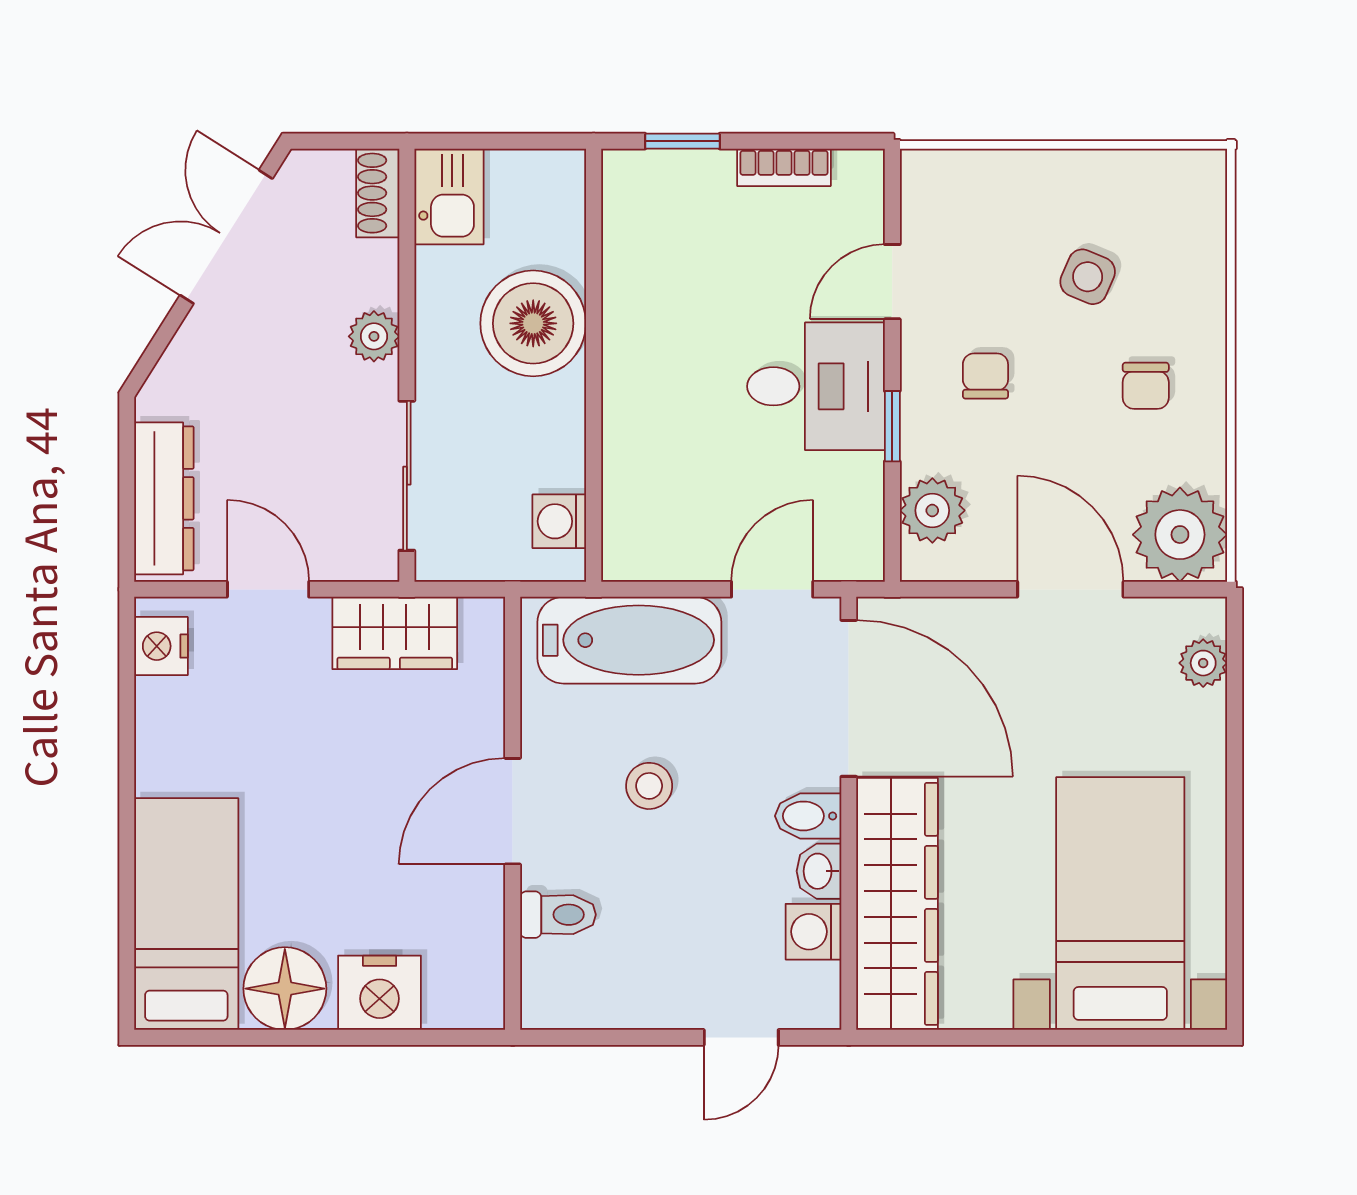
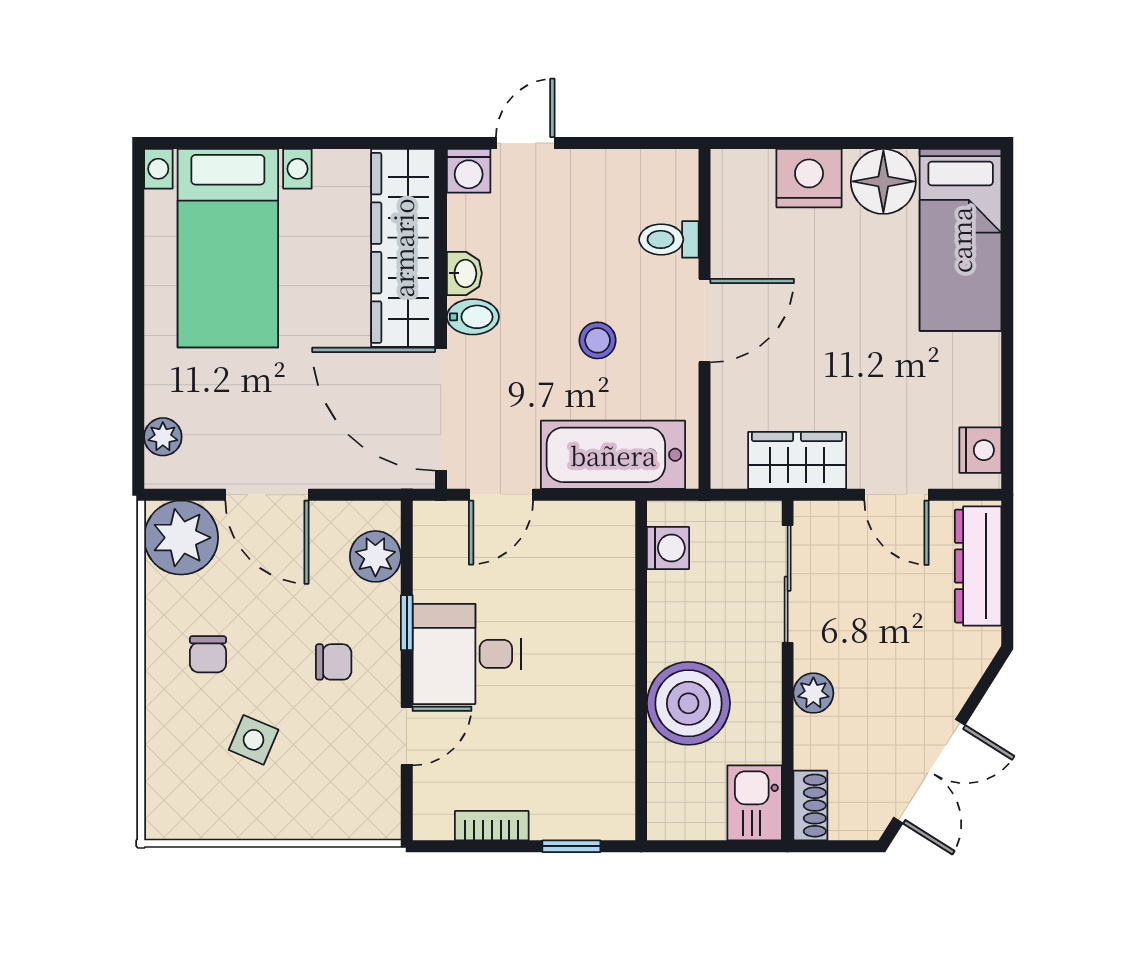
chair: (985, 376) -> (334, 662), turned -90
chair: (1146, 386) -> (208, 654), turned 180
washing machine: (813, 932) -> (469, 171), moved, turned 90

